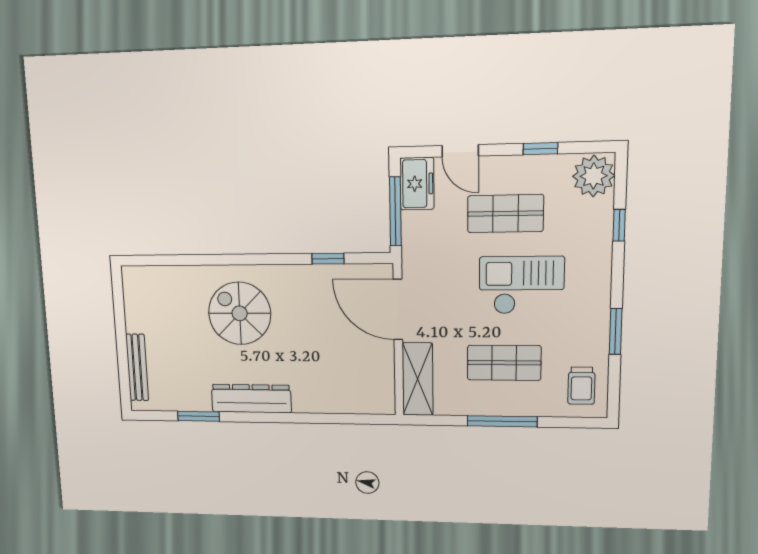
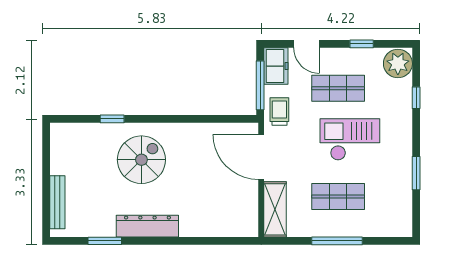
window: (328, 259) -> (112, 119), moved
spiral stairs: (240, 313) -> (141, 160), turned 90
trolley: (581, 386) -> (279, 112), moved, turned 180

